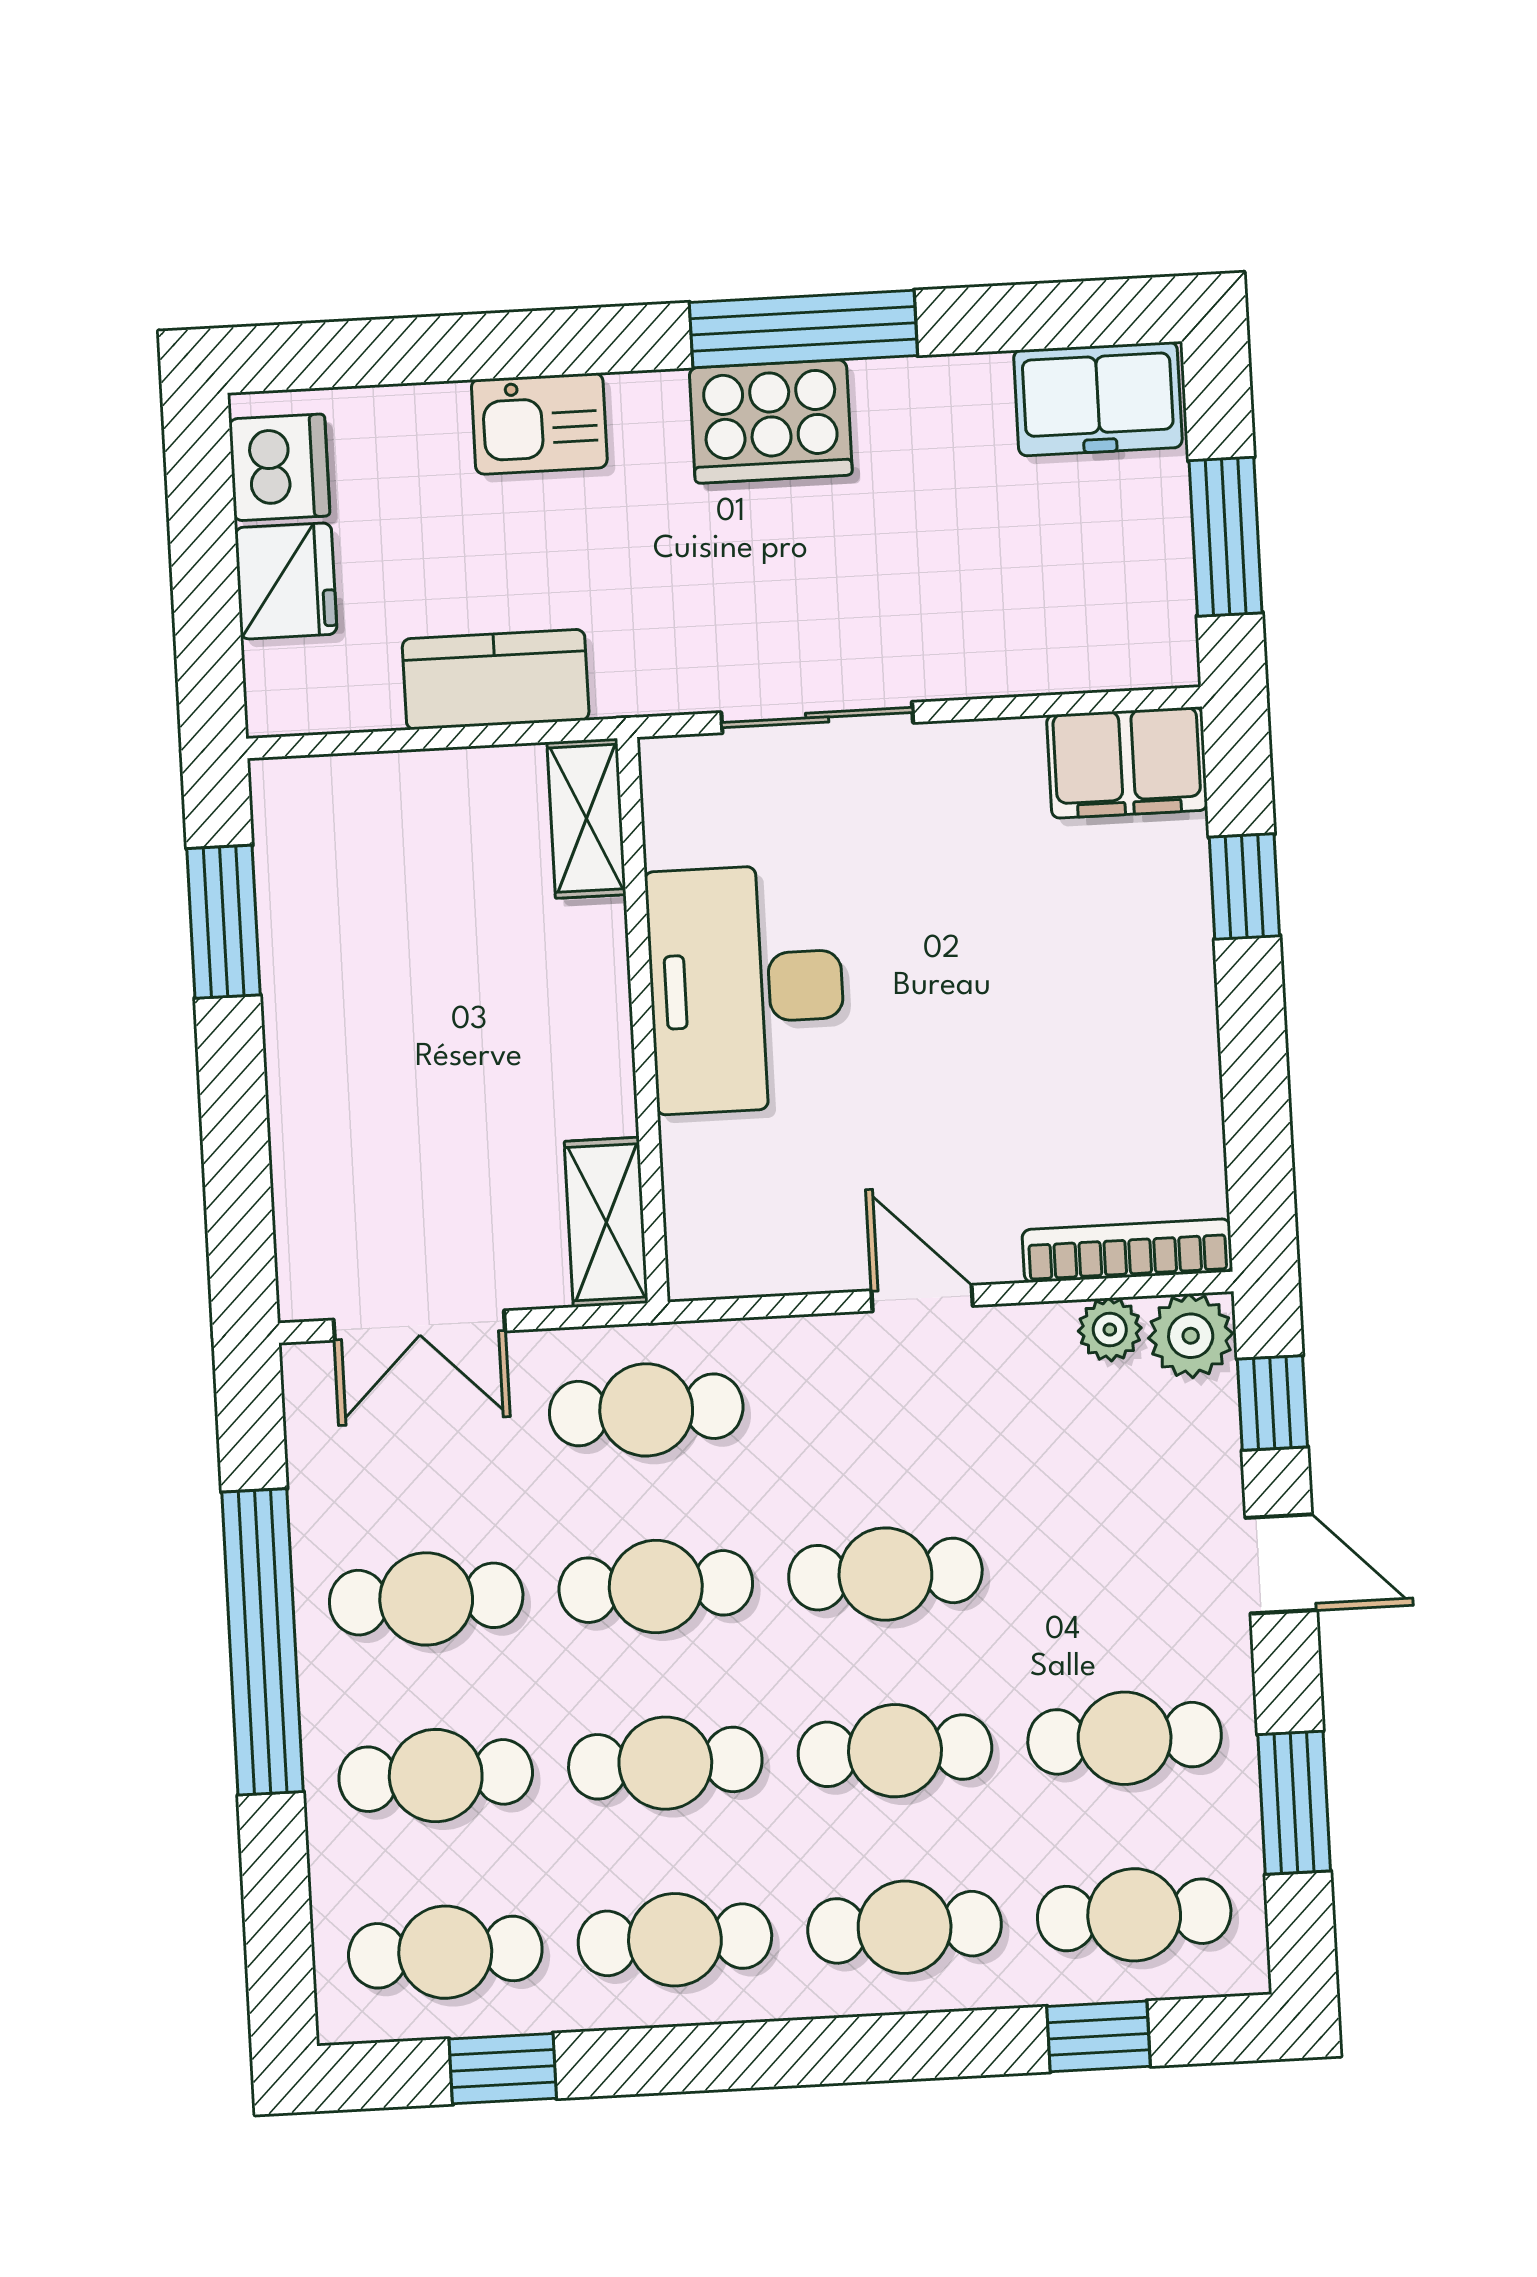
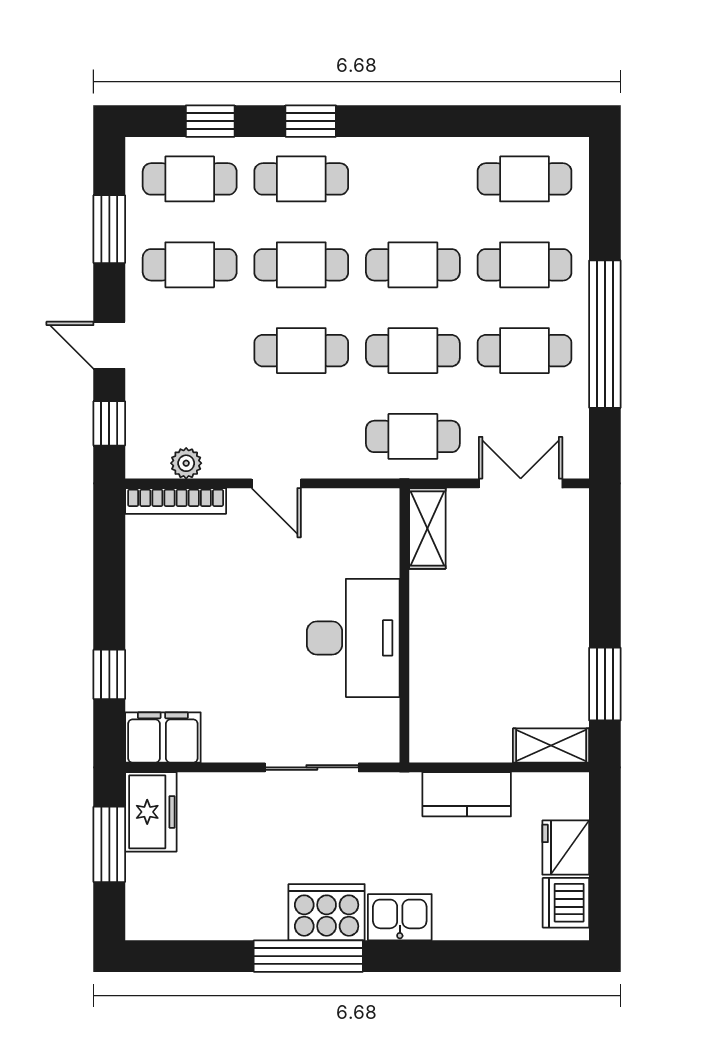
freezer: (1098, 399) -> (151, 812), moved, turned 90
kitchen sink: (539, 424) -> (400, 917), moved
shelving: (586, 818) -> (551, 746), moved, turned 90
plant: (1191, 1336) -> (147, 458), removed
cafe table: (675, 1940) -> (413, 179), removed
window: (503, 2069) -> (311, 121), moved

